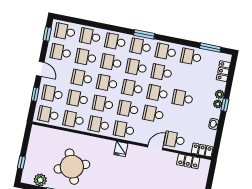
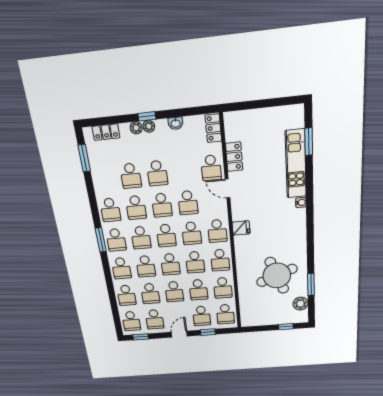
school desk: (191, 57) -> (131, 176), moved
locker: (188, 161) -> (234, 157), moved

